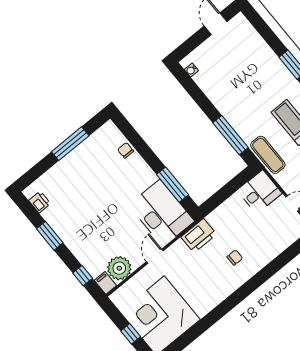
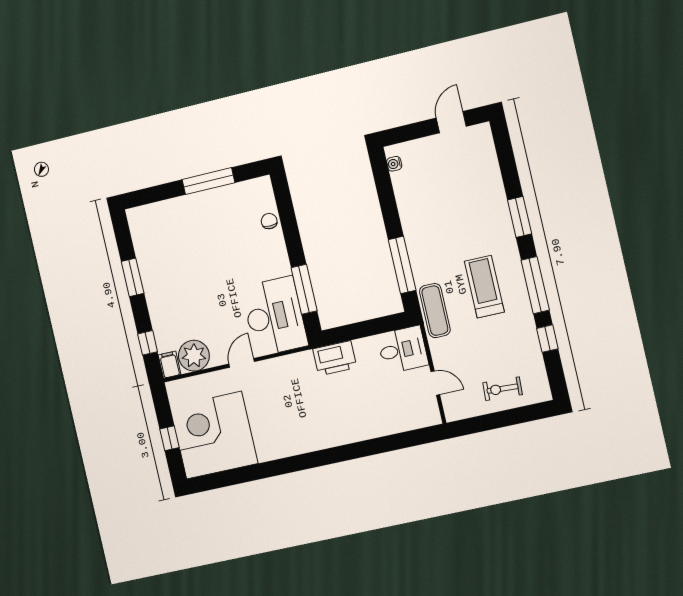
printer: (40, 202) -> (140, 232), removed
printer: (199, 236) -> (335, 358), moved
chair: (235, 257) -> (335, 412), removed

